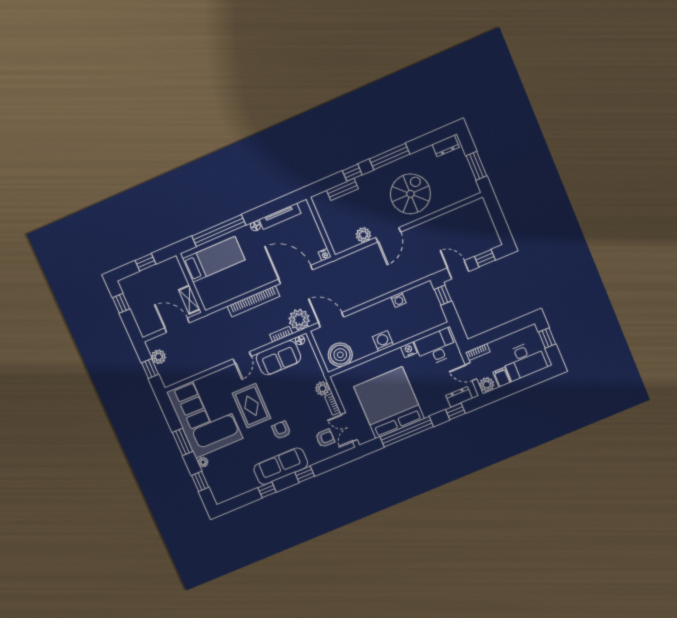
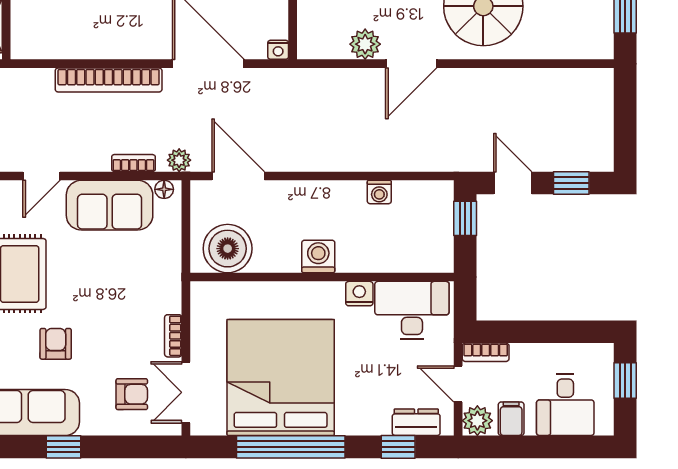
plant: (299, 320) -> (179, 160), width x0.53, depth x0.53
desk: (524, 361) -> (565, 405), width x0.73
plant: (322, 388) -> (167, 298), removed

